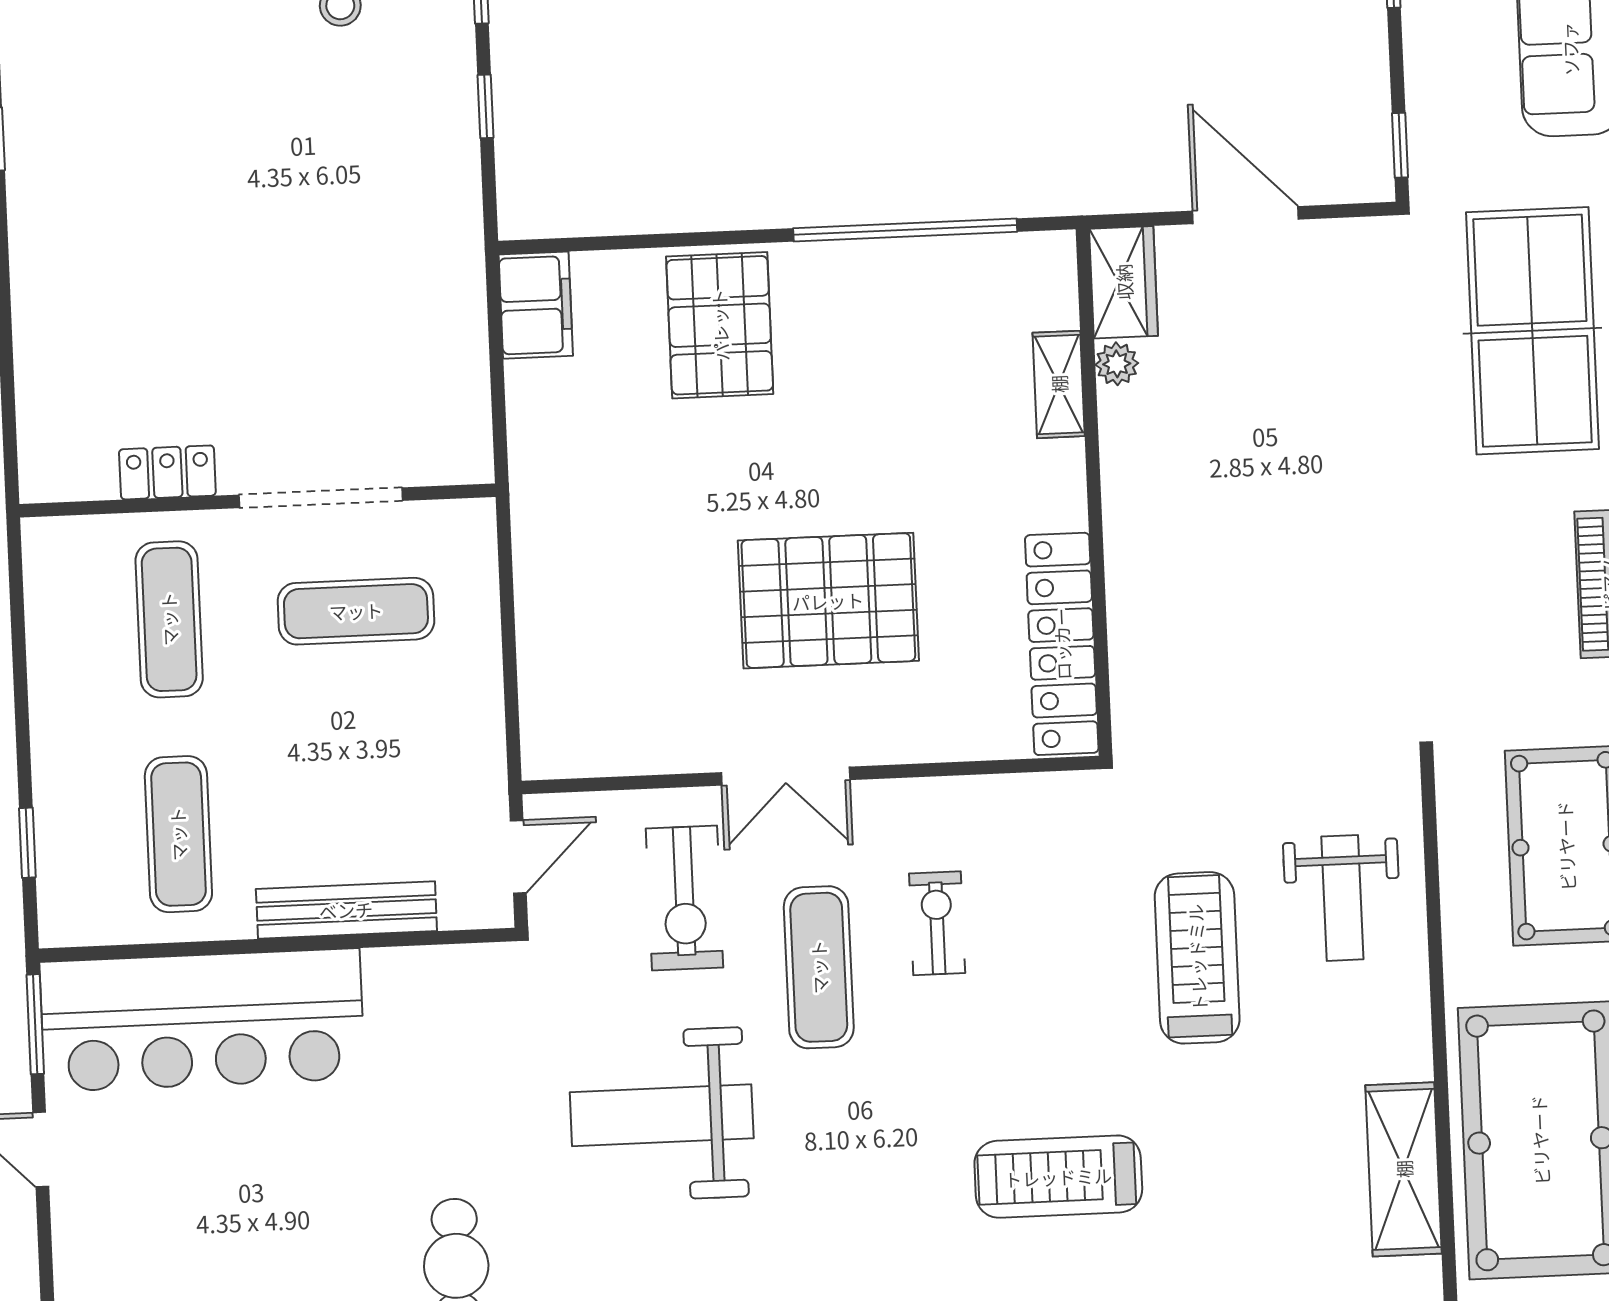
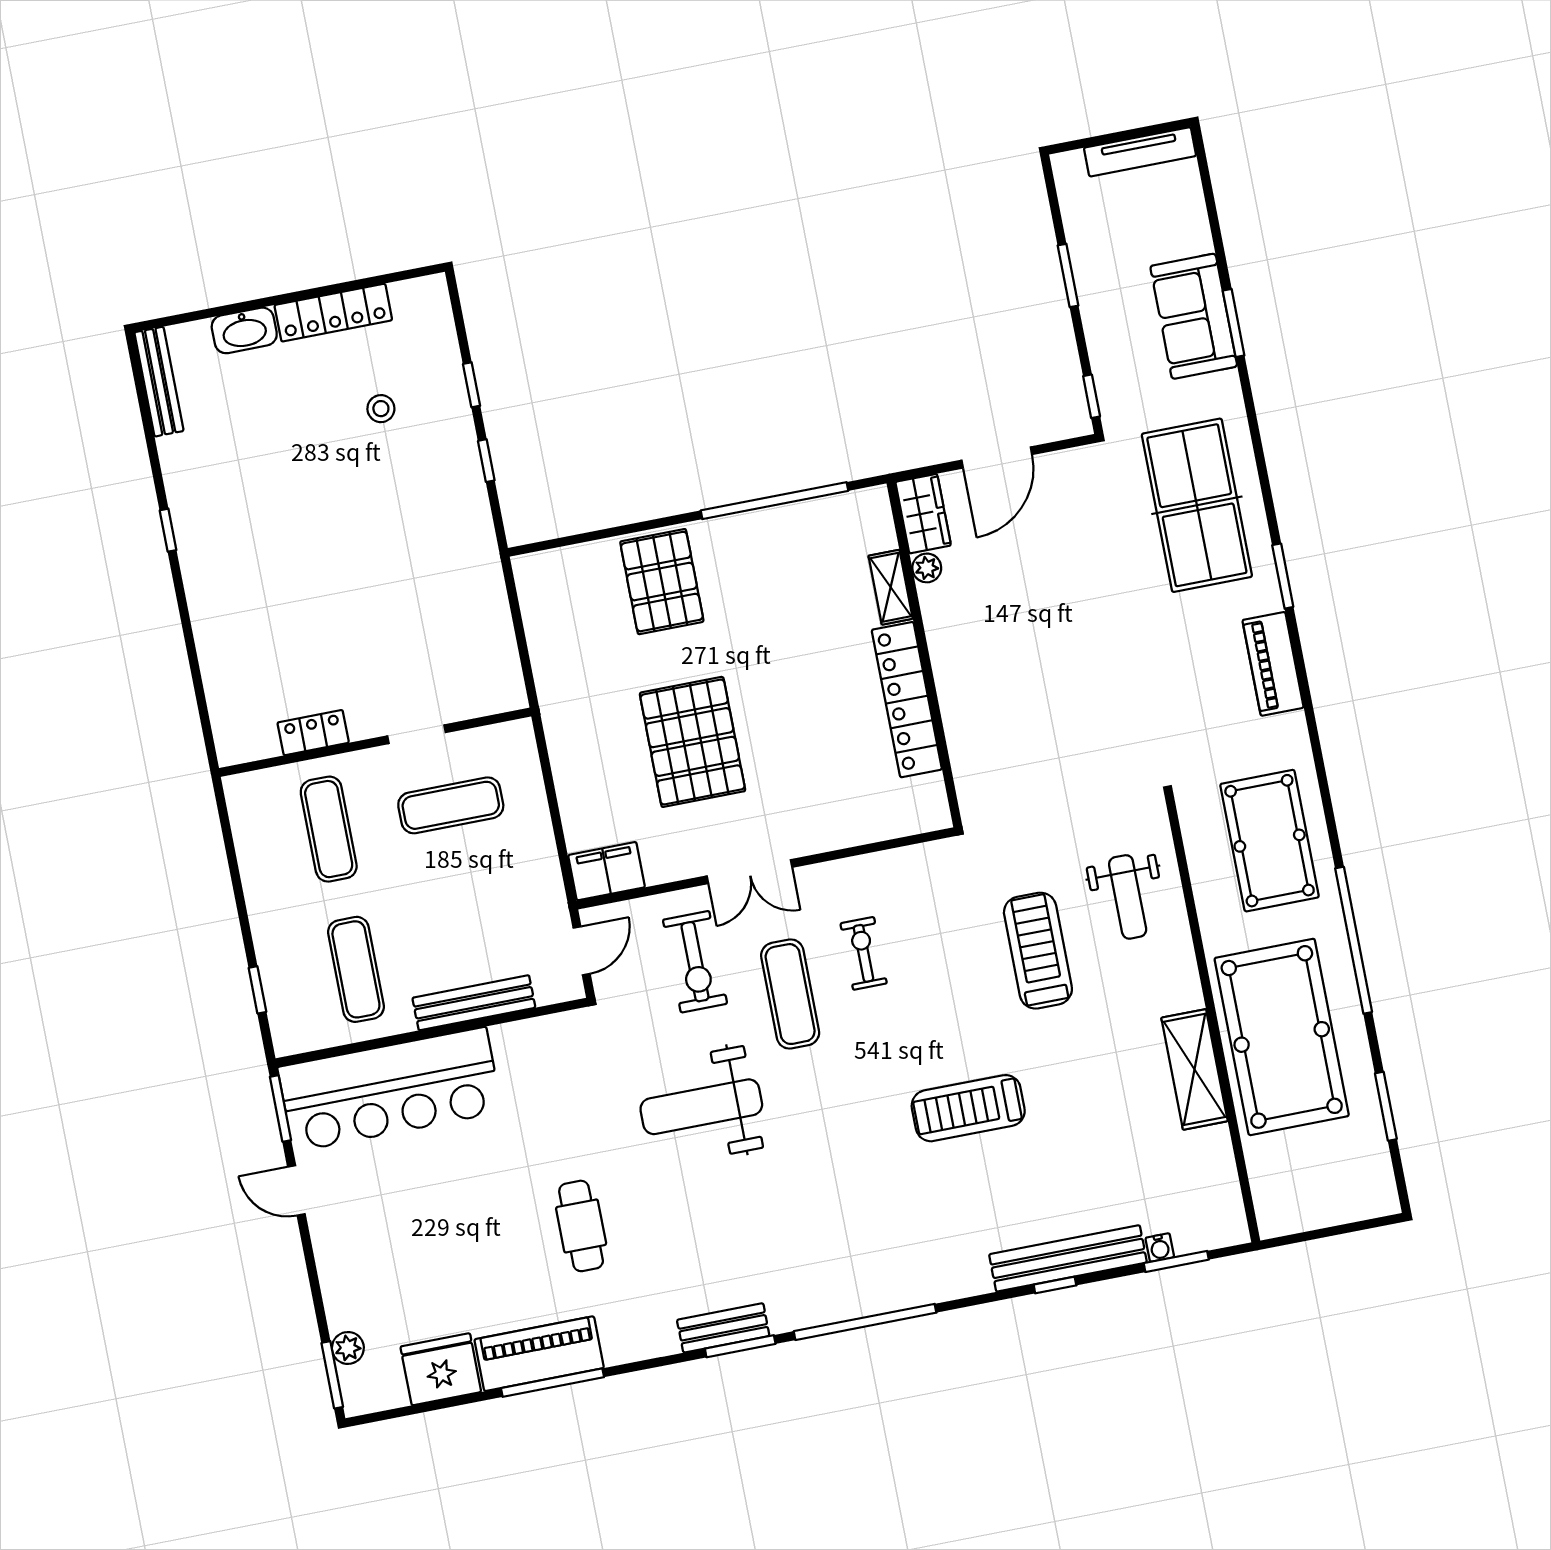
door: (1246, 215) -> (997, 457), swing flipped
filing cabinet: (536, 305) -> (607, 871), moved, turned -90
doorway: (321, 498) -> (416, 734), width x0.53
pallet: (828, 601) -> (692, 742), moved, turned 90
locker: (1062, 644) -> (907, 700), moved

